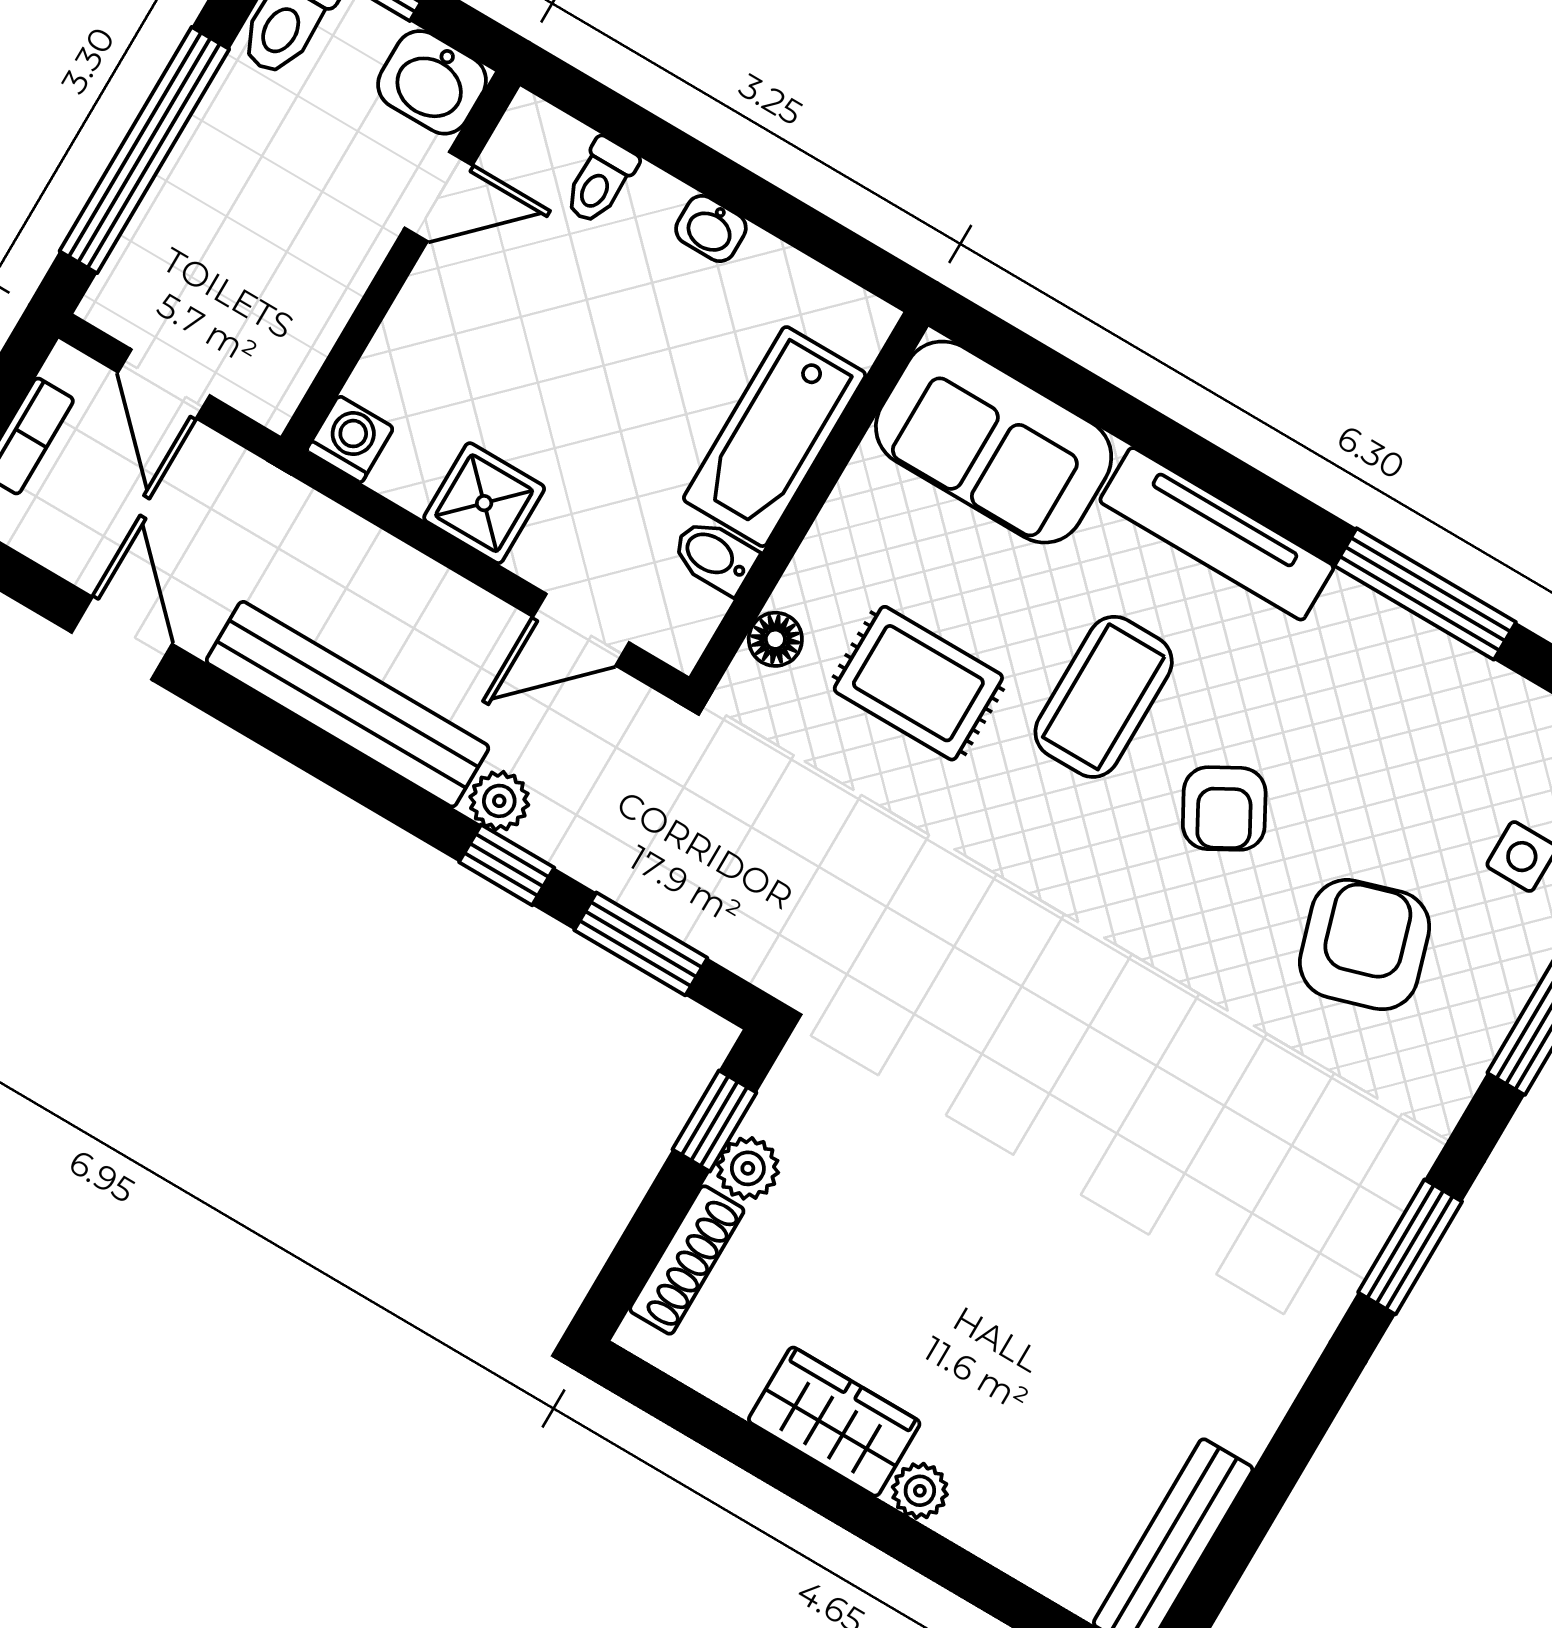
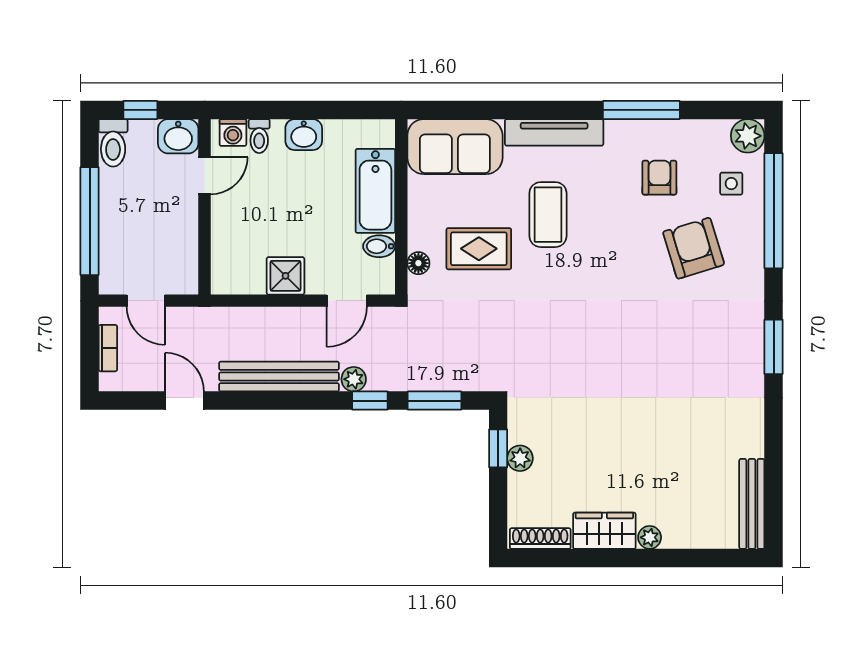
washbasin: (711, 229) -> (304, 135), width x1.38, depth x1.45
washing machine: (350, 439) -> (233, 132), moved, turned 180
armchair: (1224, 808) -> (659, 178), moved, turned -151
shoe rack: (687, 1260) -> (540, 539), moved, turned -90

